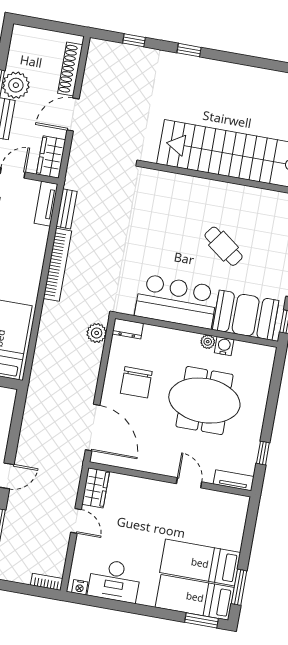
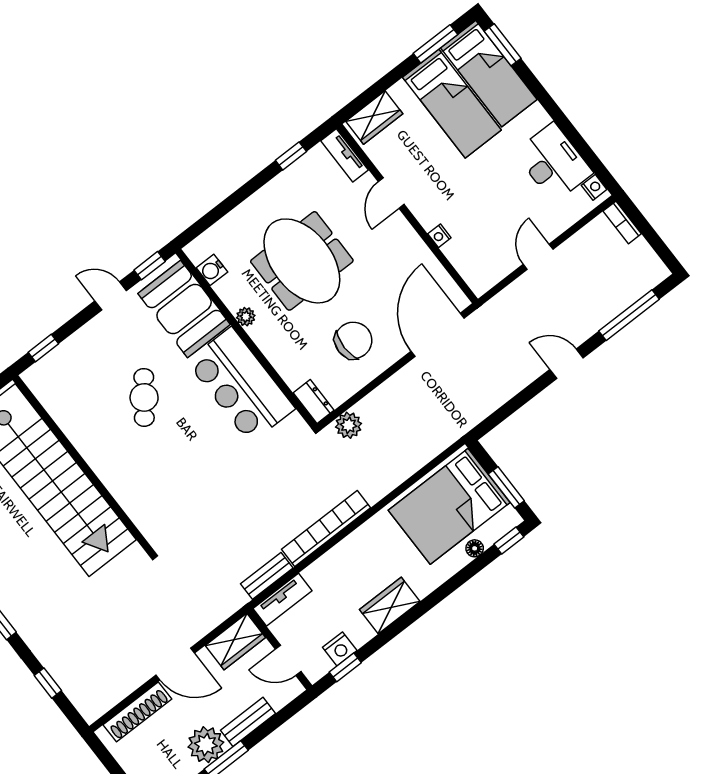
water cooler: (224, 346) -> (212, 270), moved
nightstand: (141, 483) -> (439, 236), added
wardrobe: (96, 488) -> (374, 118), moved, turned 180

